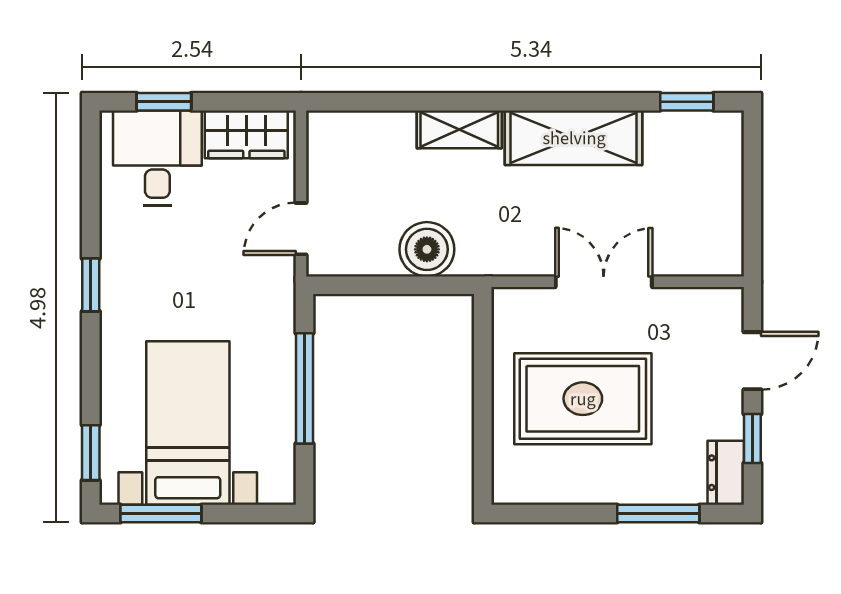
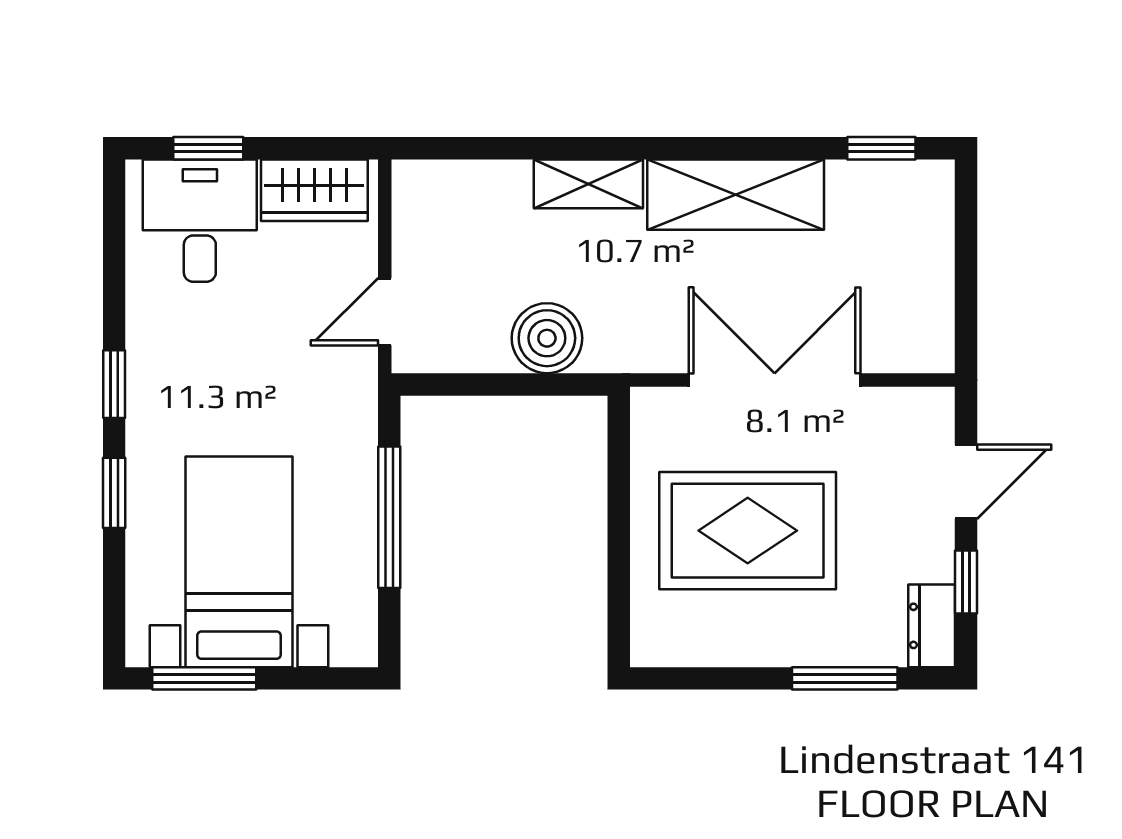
double door: (604, 282) -> (775, 380), width x1.37
window: (91, 453) -> (114, 493), moved

